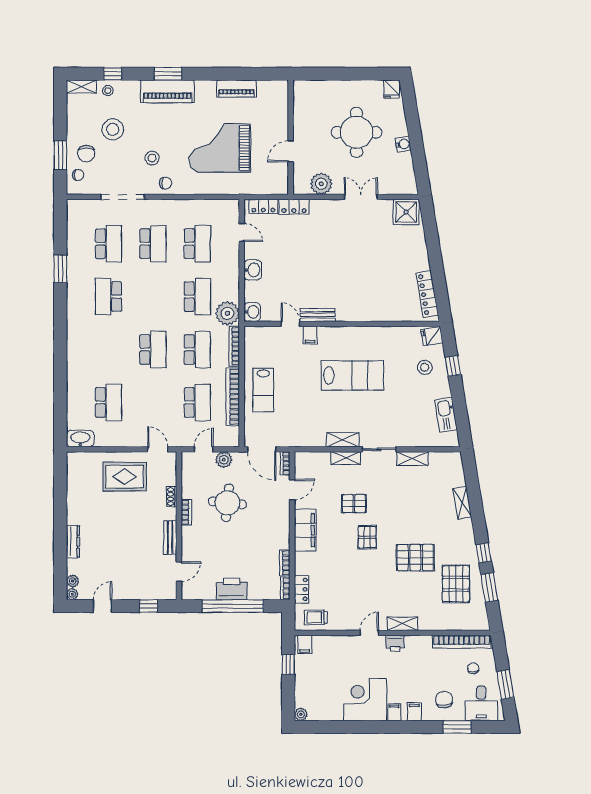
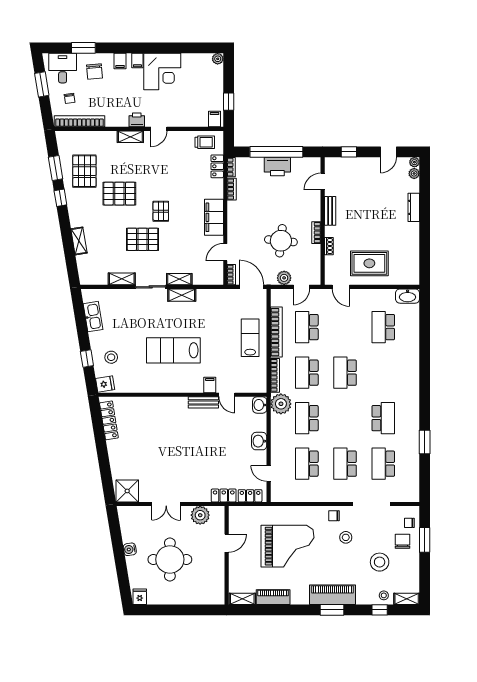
shelving: (272, 87) -> (242, 599), added
pallet: (354, 504) -> (143, 239), moved, width x1.50, depth x1.42

